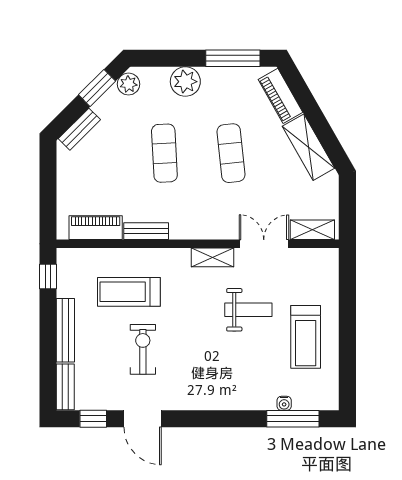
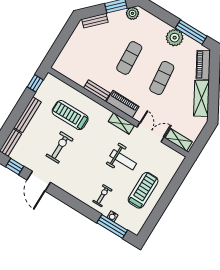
plant: (185, 82) -> (175, 38), moved
piano: (96, 228) -> (123, 104), moved
treadmill: (306, 337) -> (143, 190), turned 180
exercise bike: (250, 382) -> (102, 196), added

